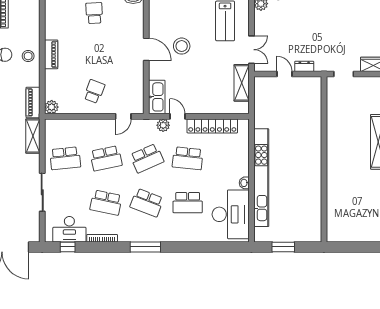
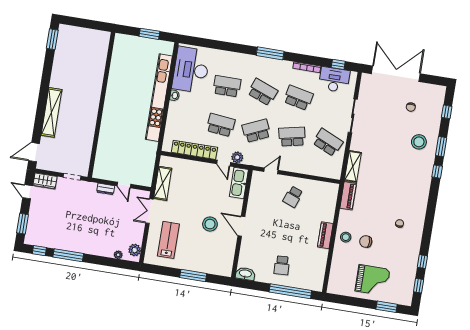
plant: (52, 107) -> (332, 189), removed
school desk: (65, 158) -> (328, 142), turned 30

